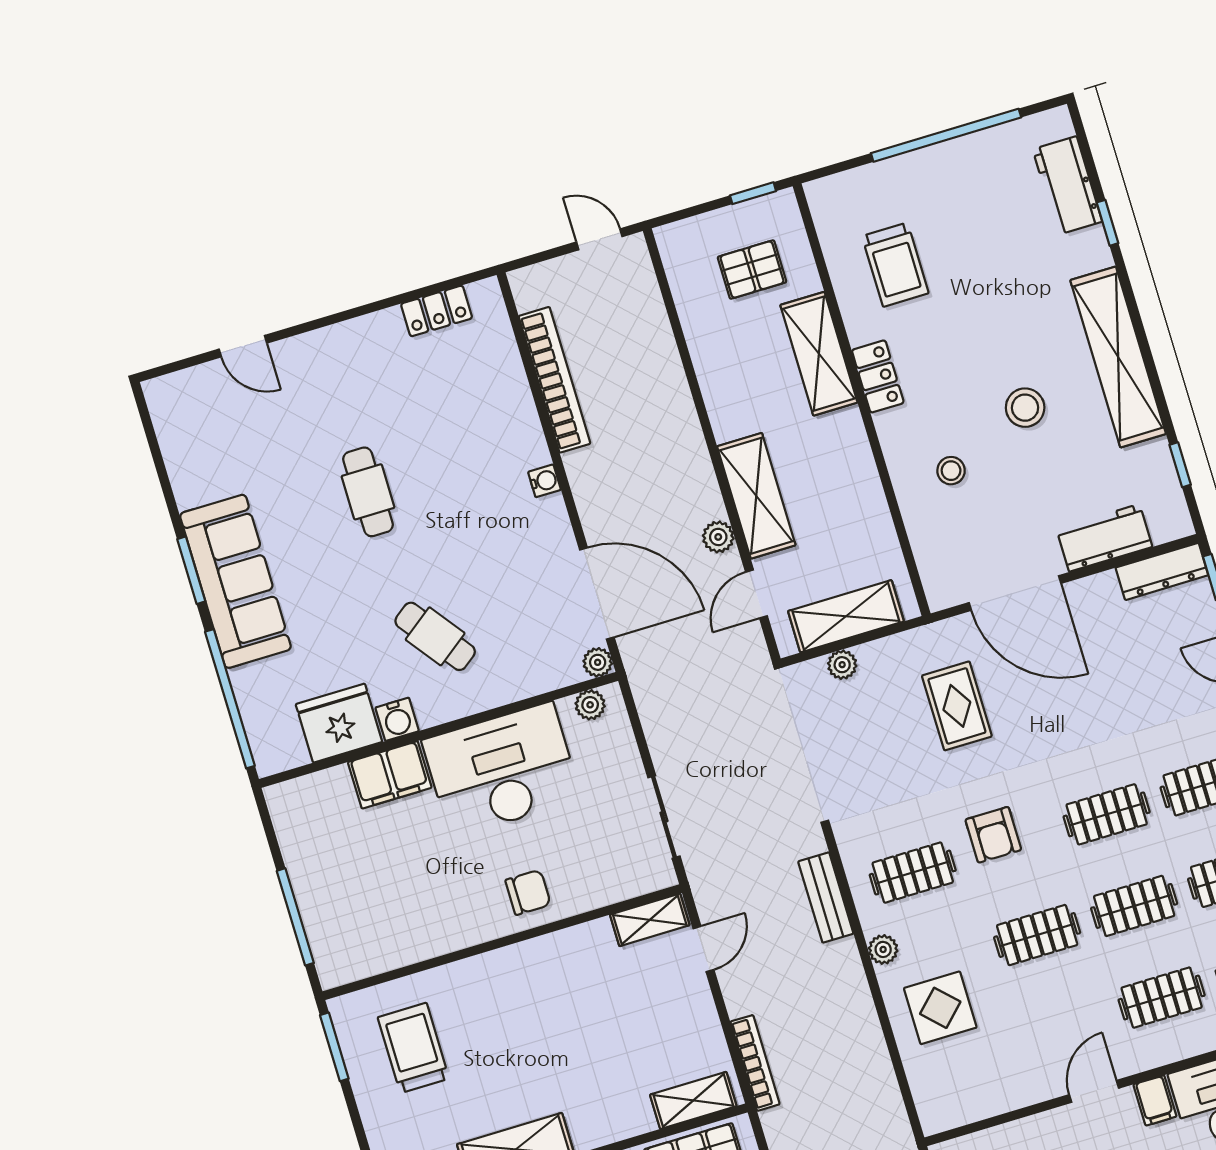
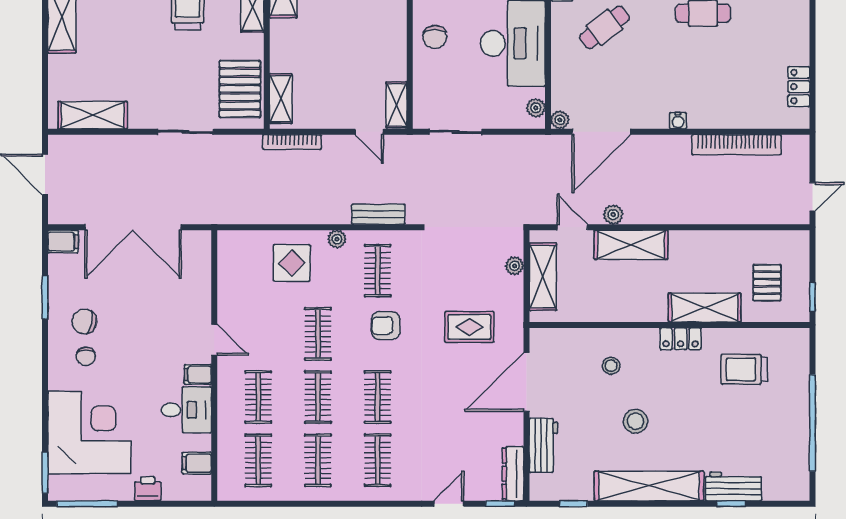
workbench: (1067, 185) -> (733, 486), moved

